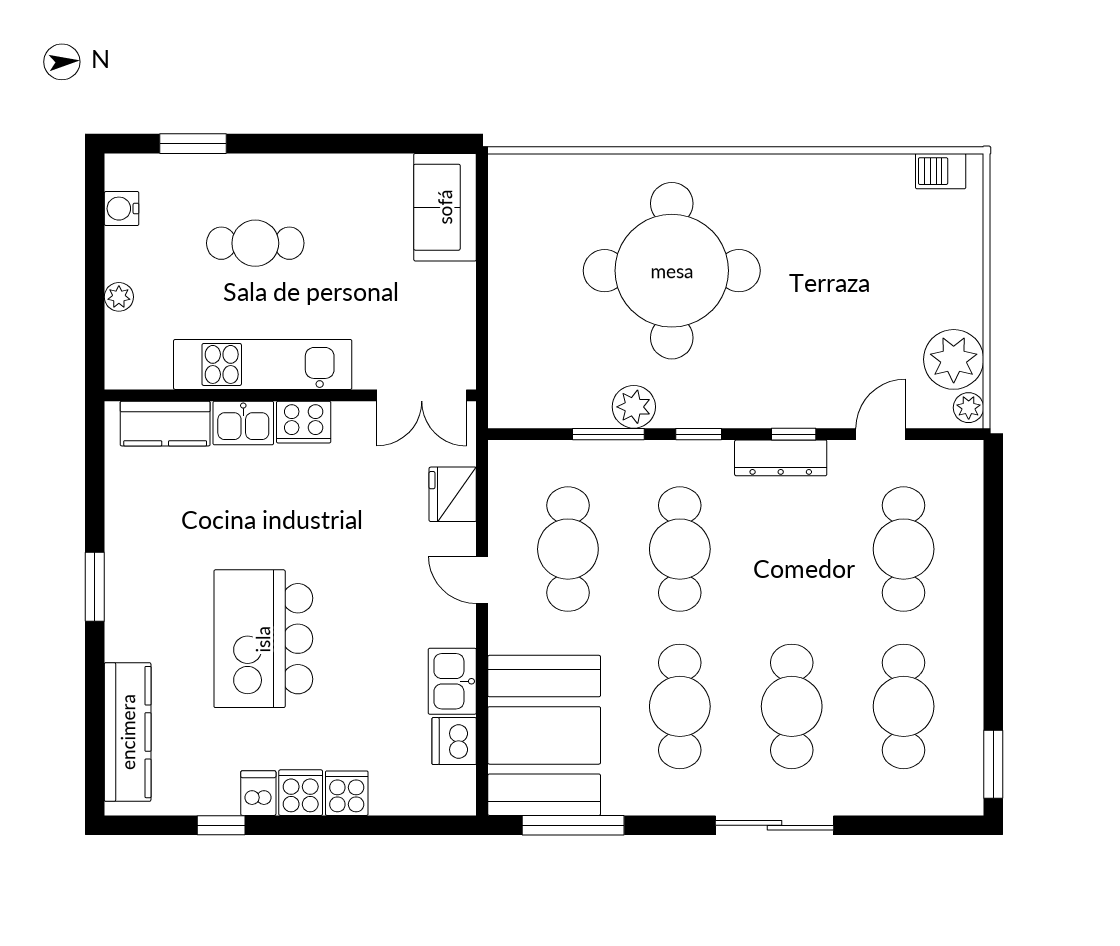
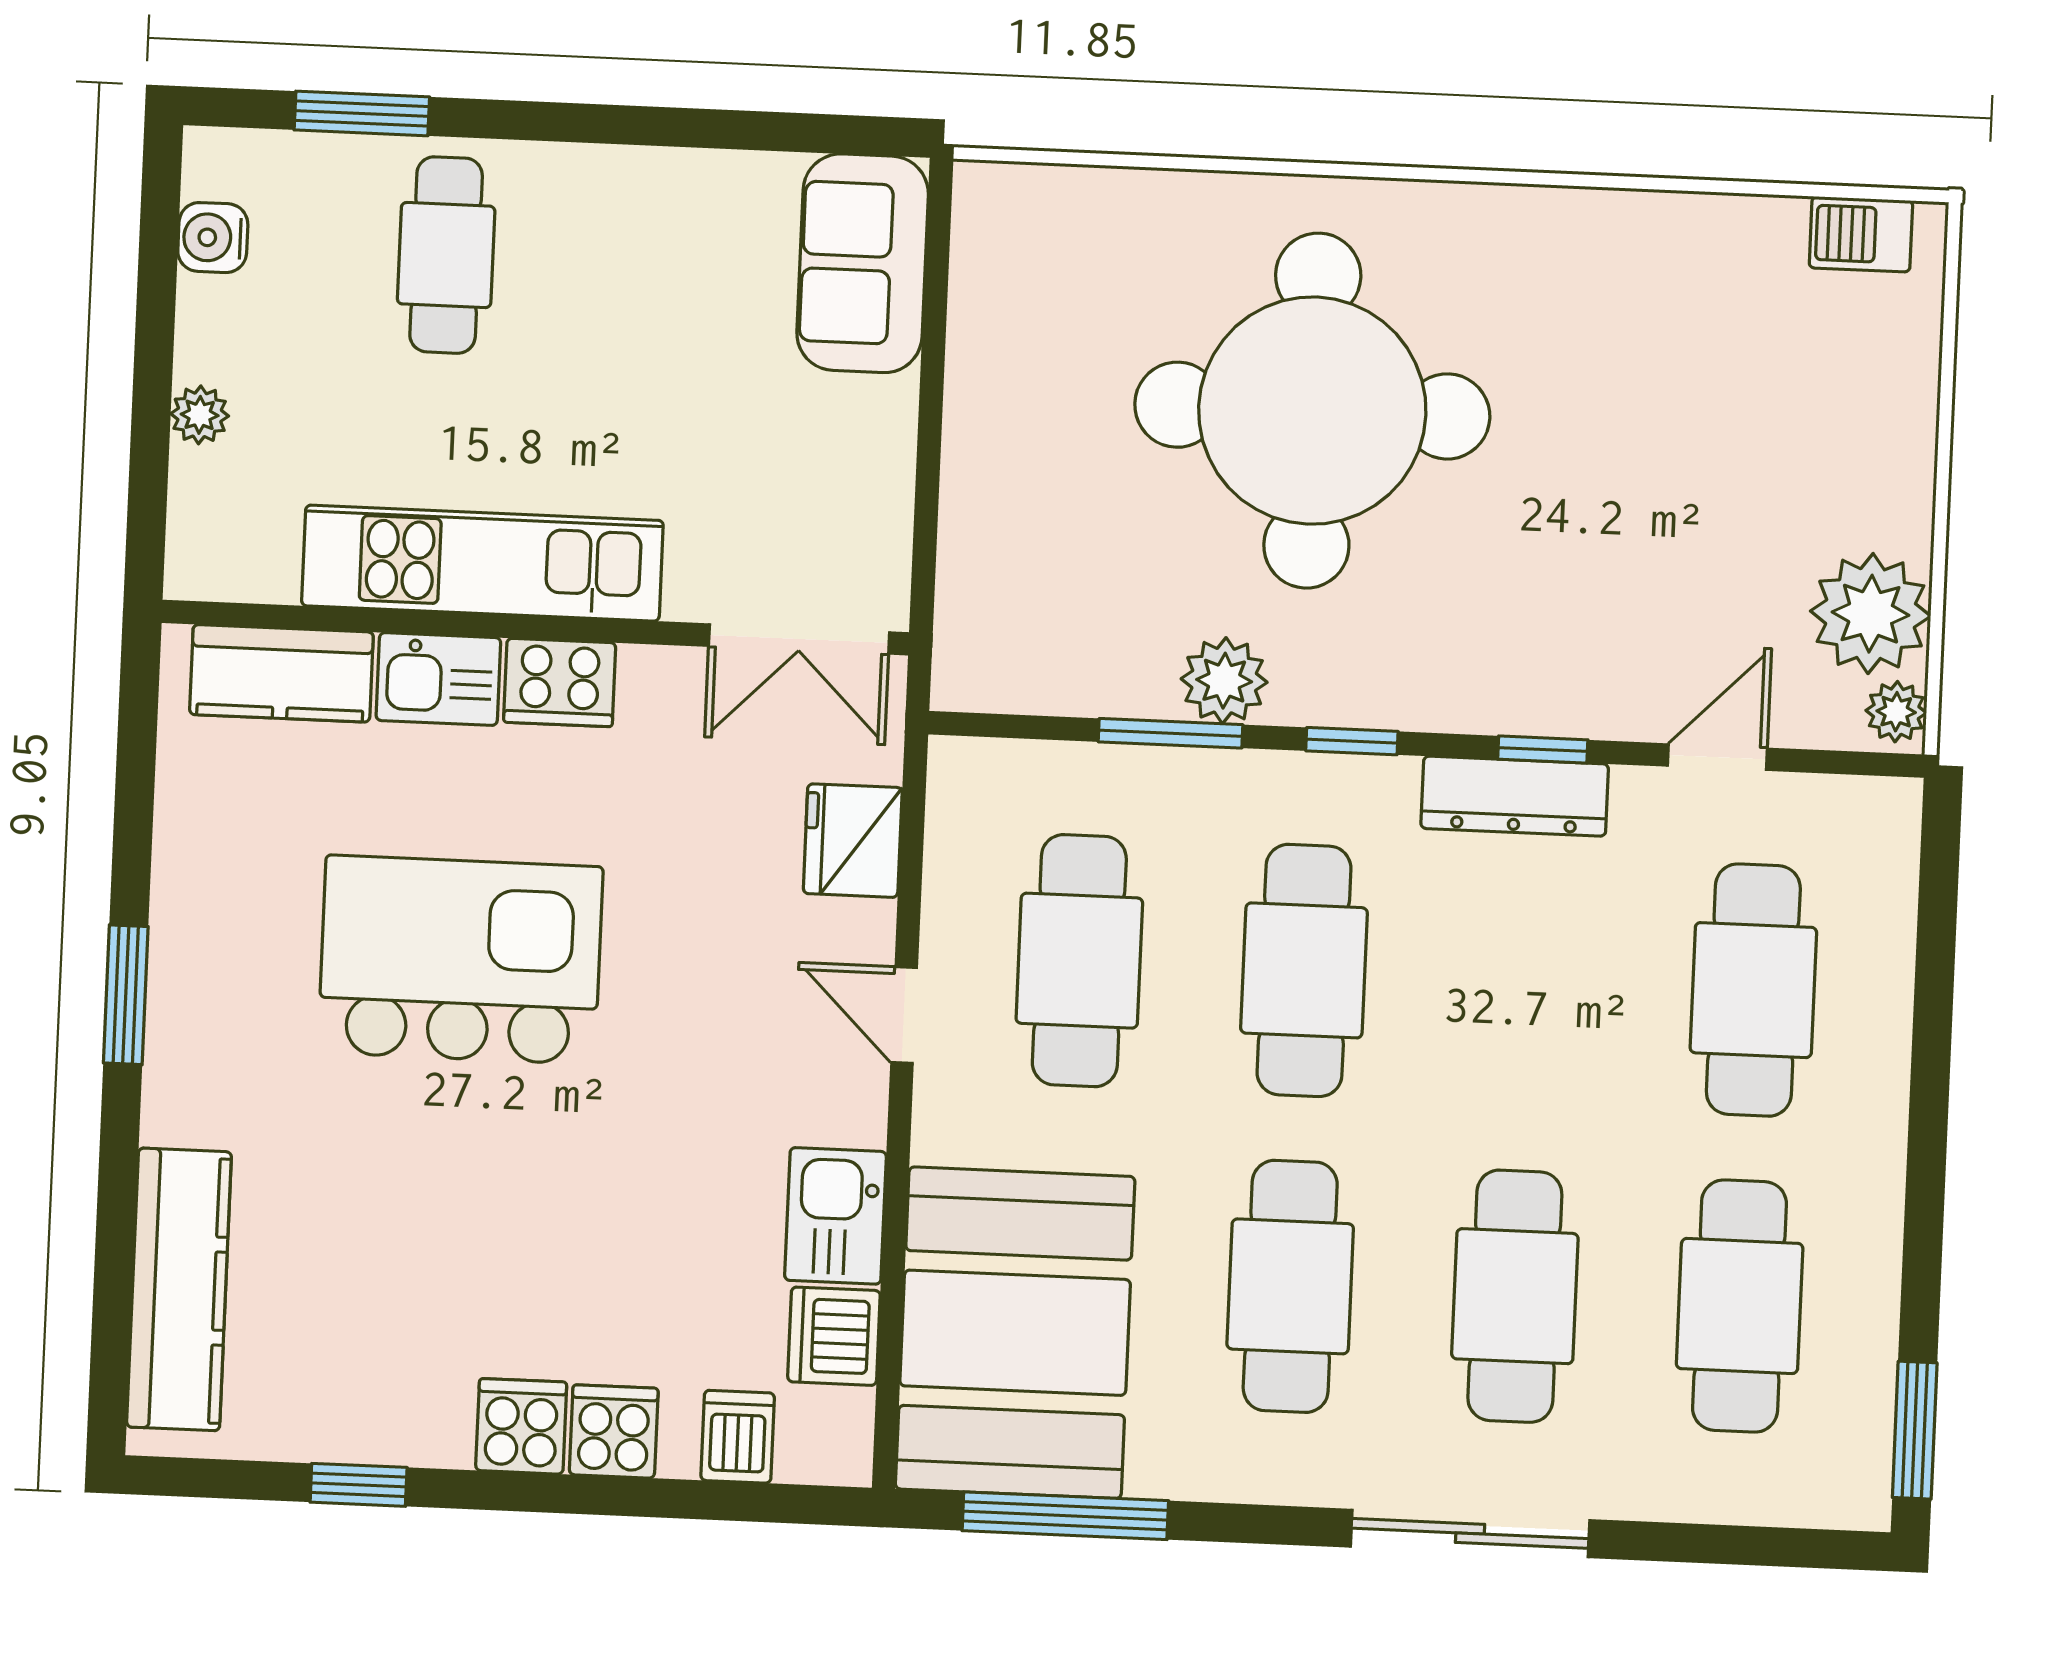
cafe table: (255, 243) -> (446, 255), moved, turned 90
kitchen island: (263, 639) -> (460, 960), moved, turned 90
dishwasher: (258, 793) -> (738, 1437), moved

